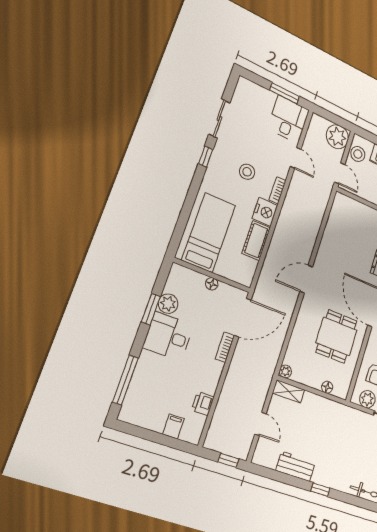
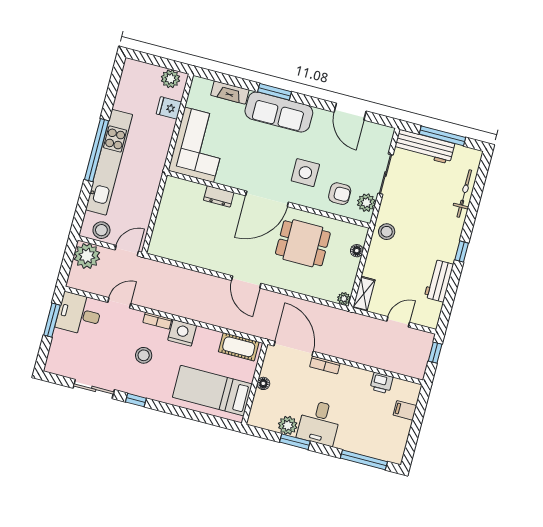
cot: (256, 241) -> (239, 347), moved
stool: (342, 417) -> (387, 232), added

